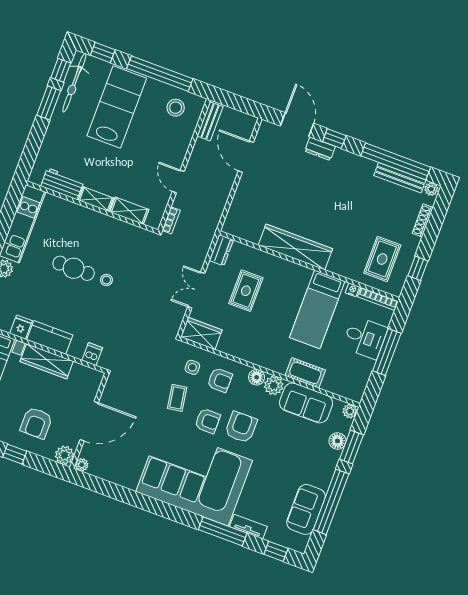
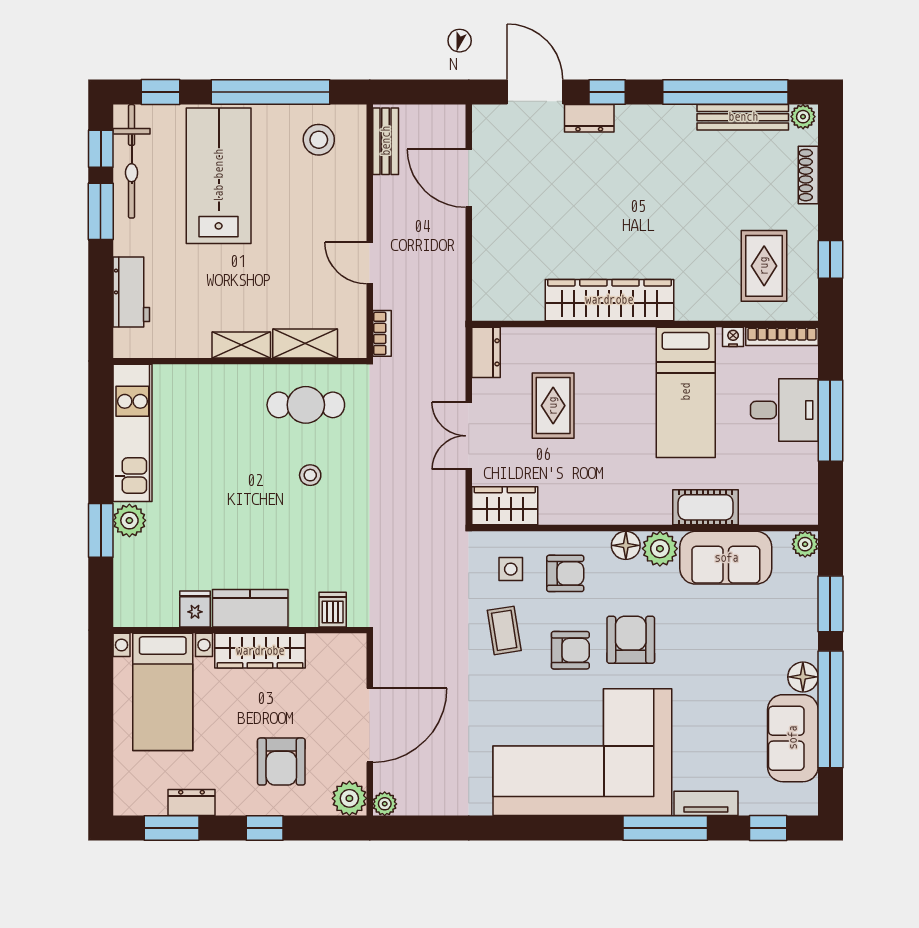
workbench: (62, 184) -> (131, 292), moved, turned 90
cafe table: (74, 268) -> (306, 405), moved
floor lamp: (337, 441) -> (803, 677), moved

